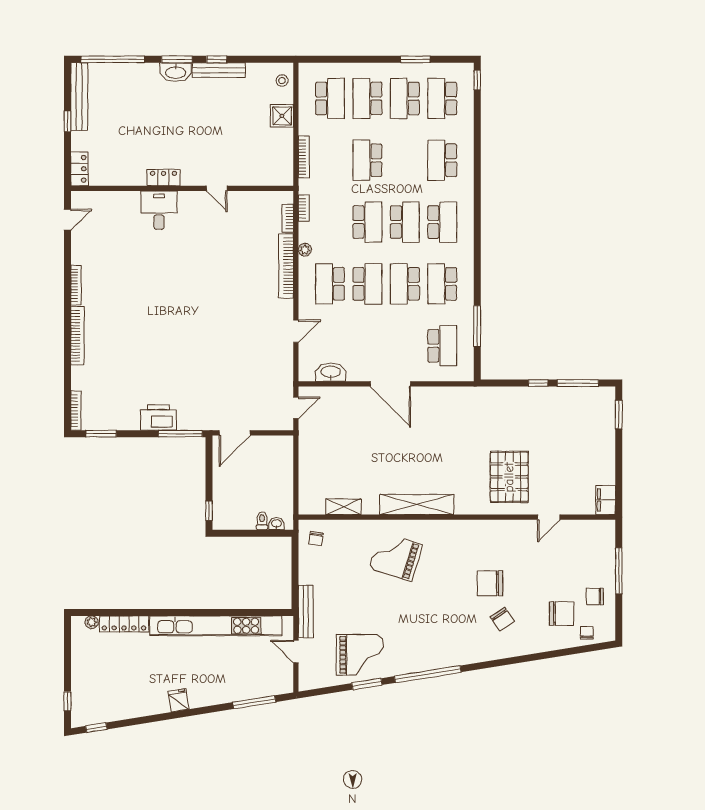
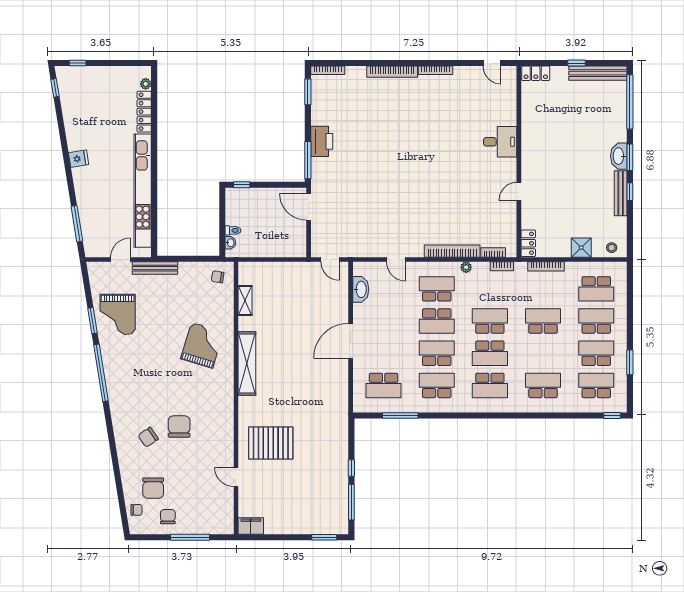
locker: (163, 178) -> (528, 243), moved
school desk: (367, 222) -> (490, 321), turned 180

